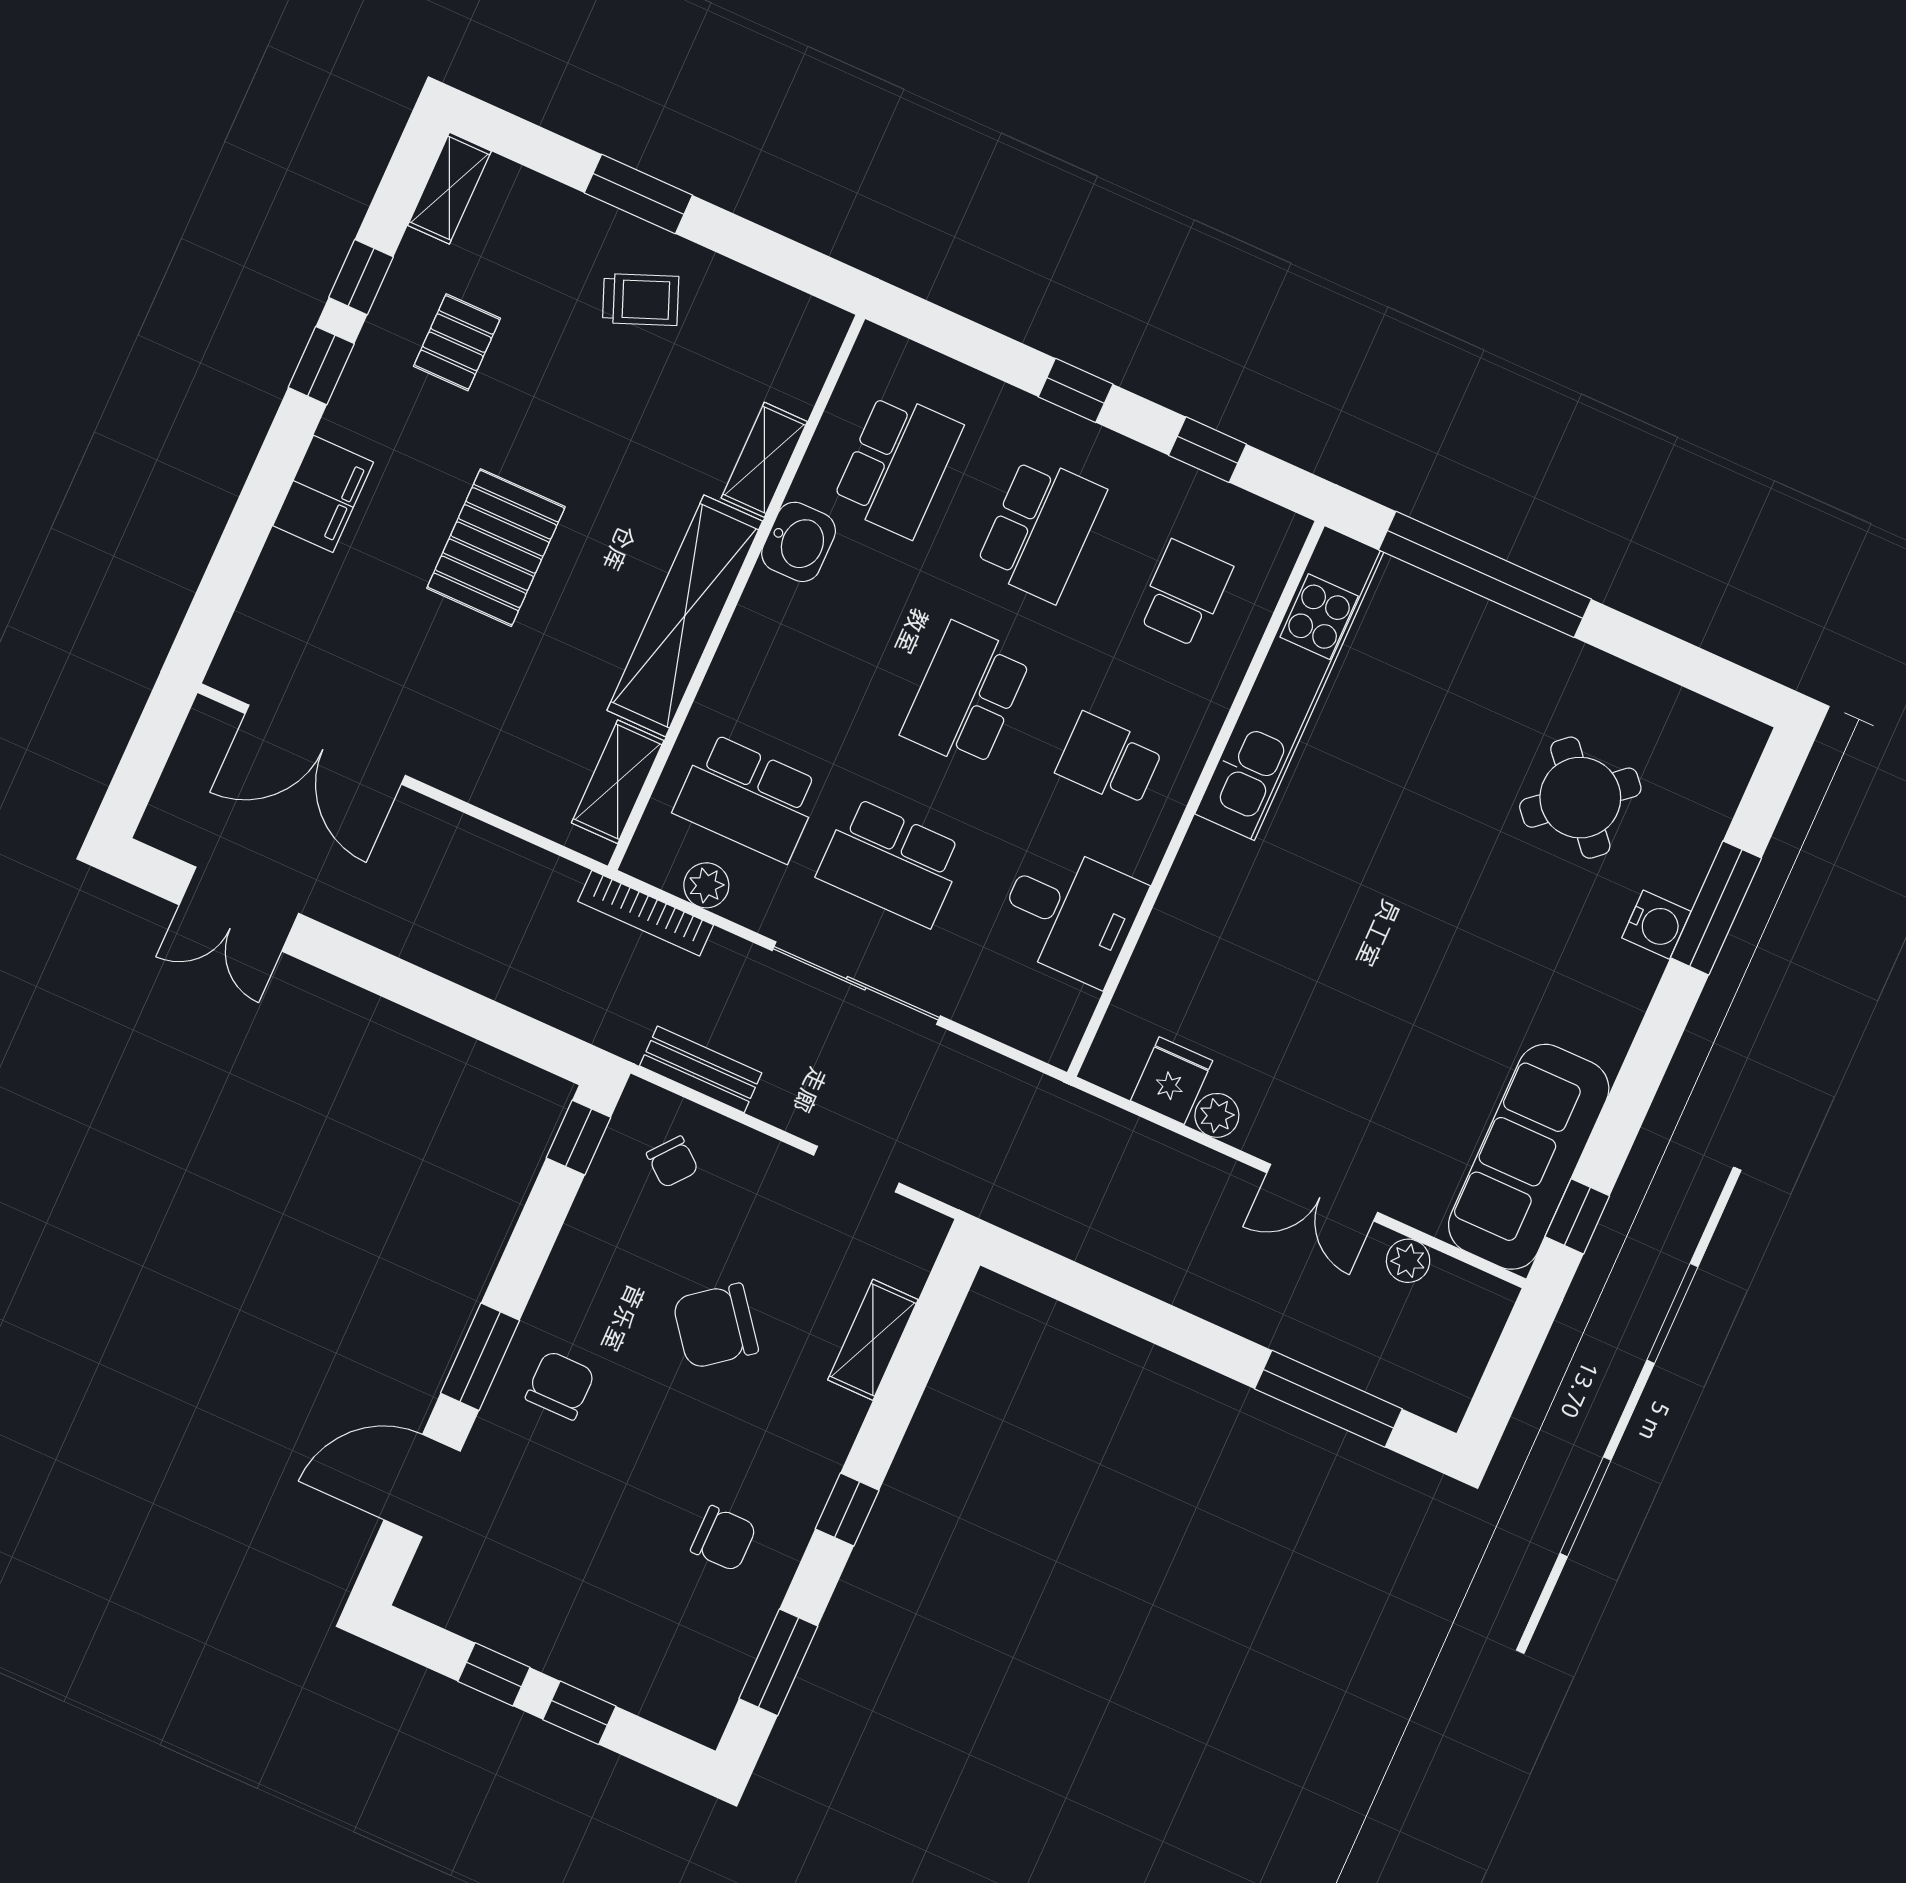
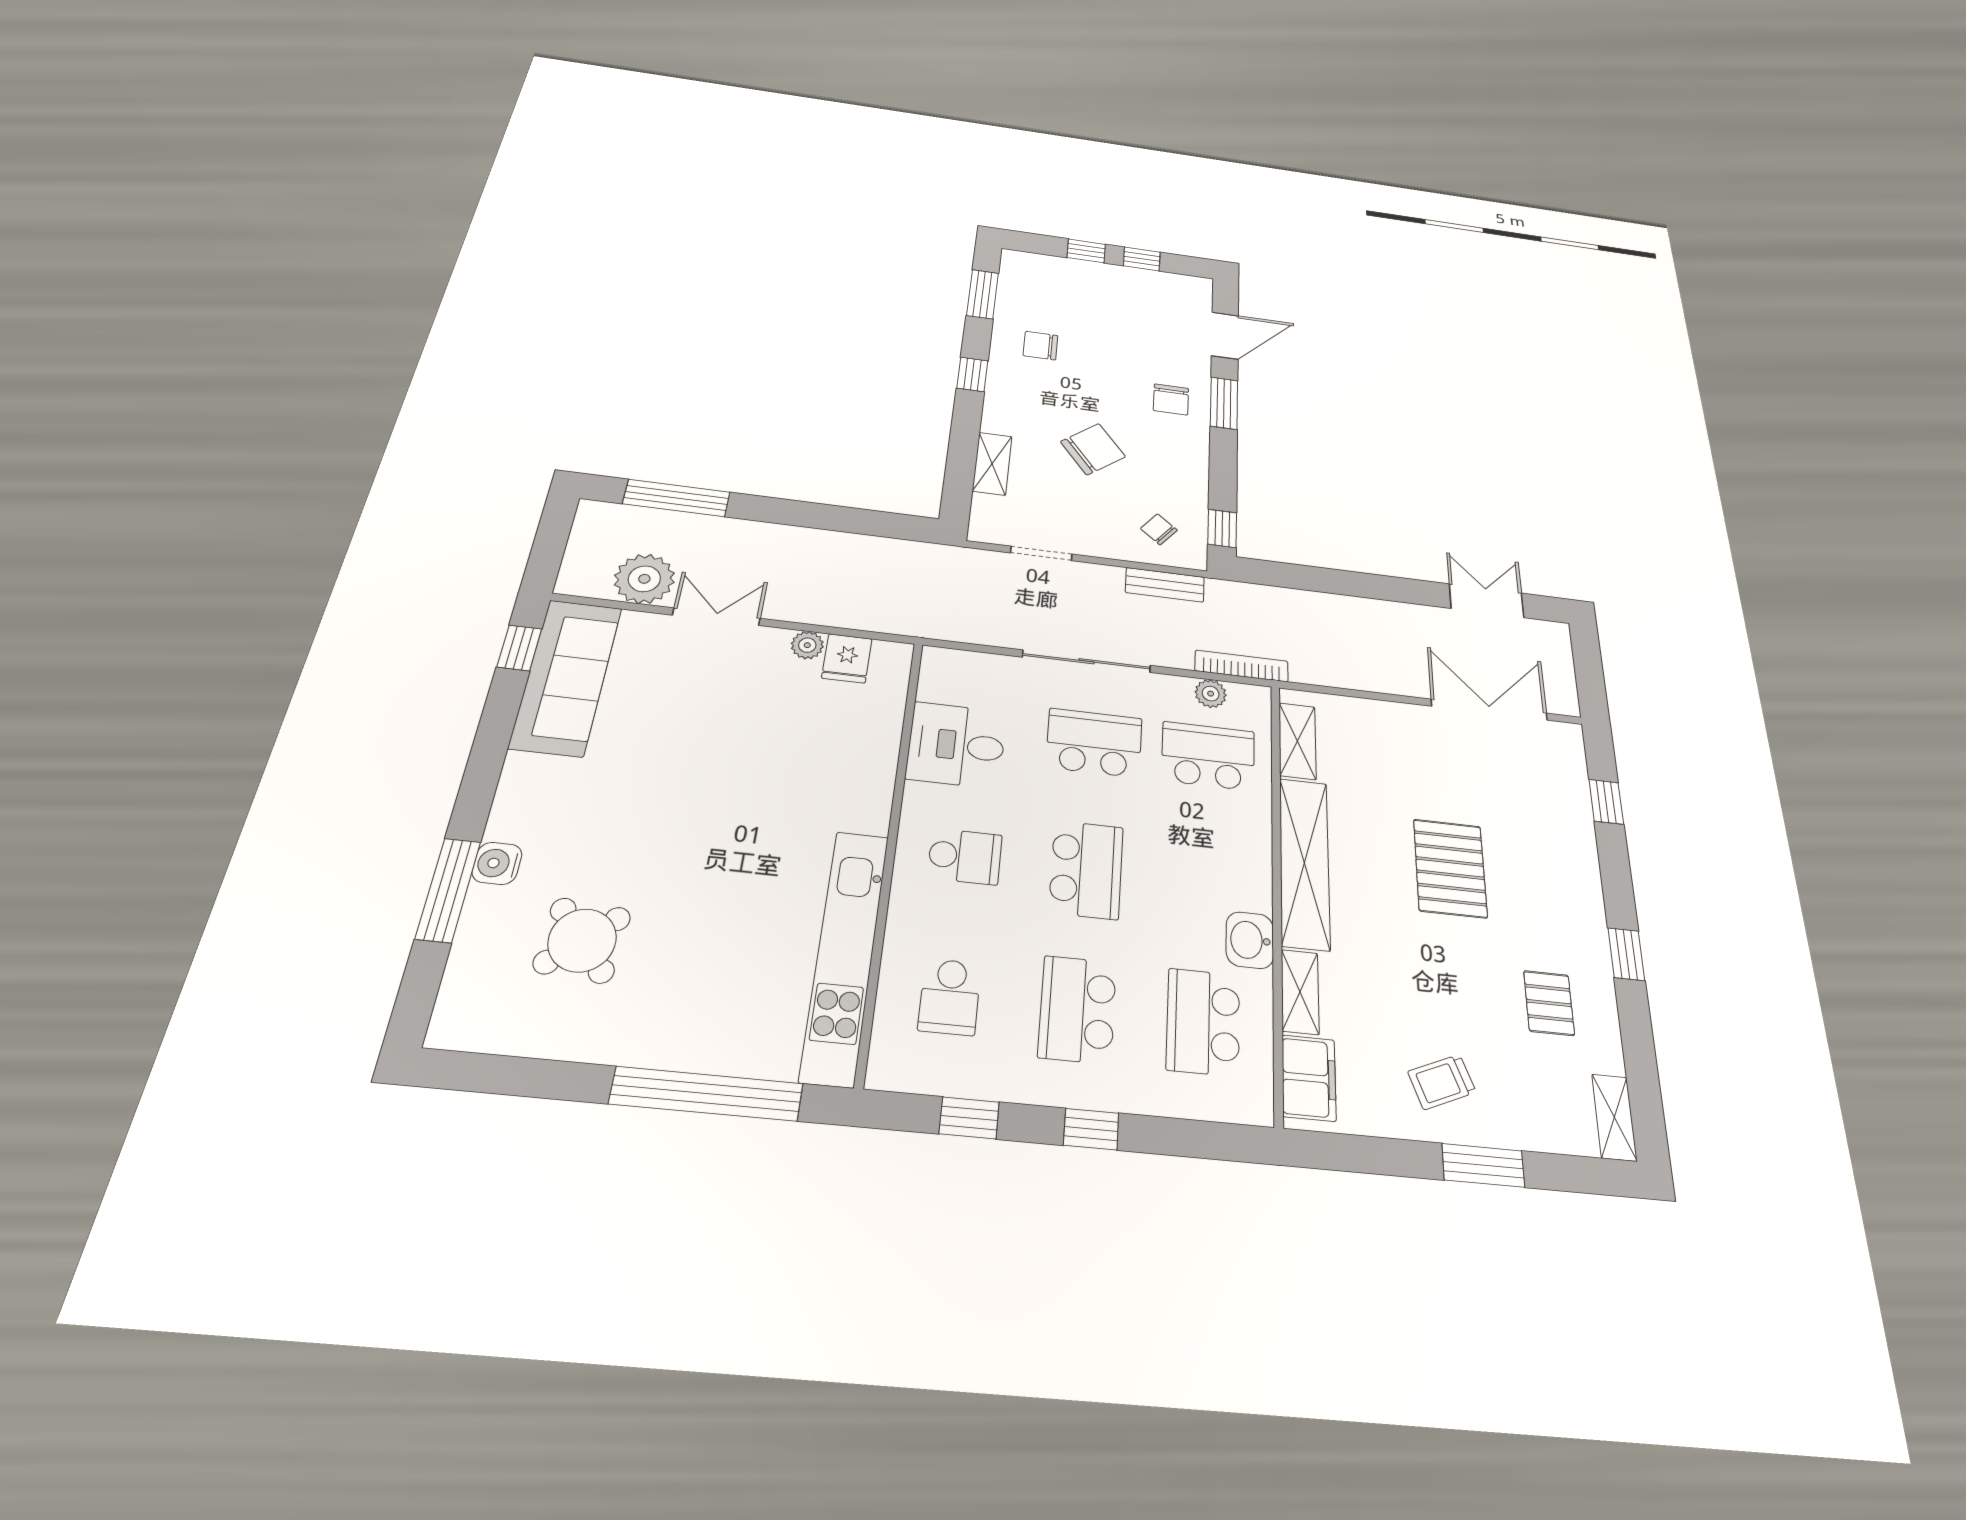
window: (361, 277) -> (1606, 802), moved
filing cabinet: (323, 494) -> (1309, 1078), moved, turned 180
plant: (1408, 1261) -> (644, 579), width x1.87, depth x1.87

